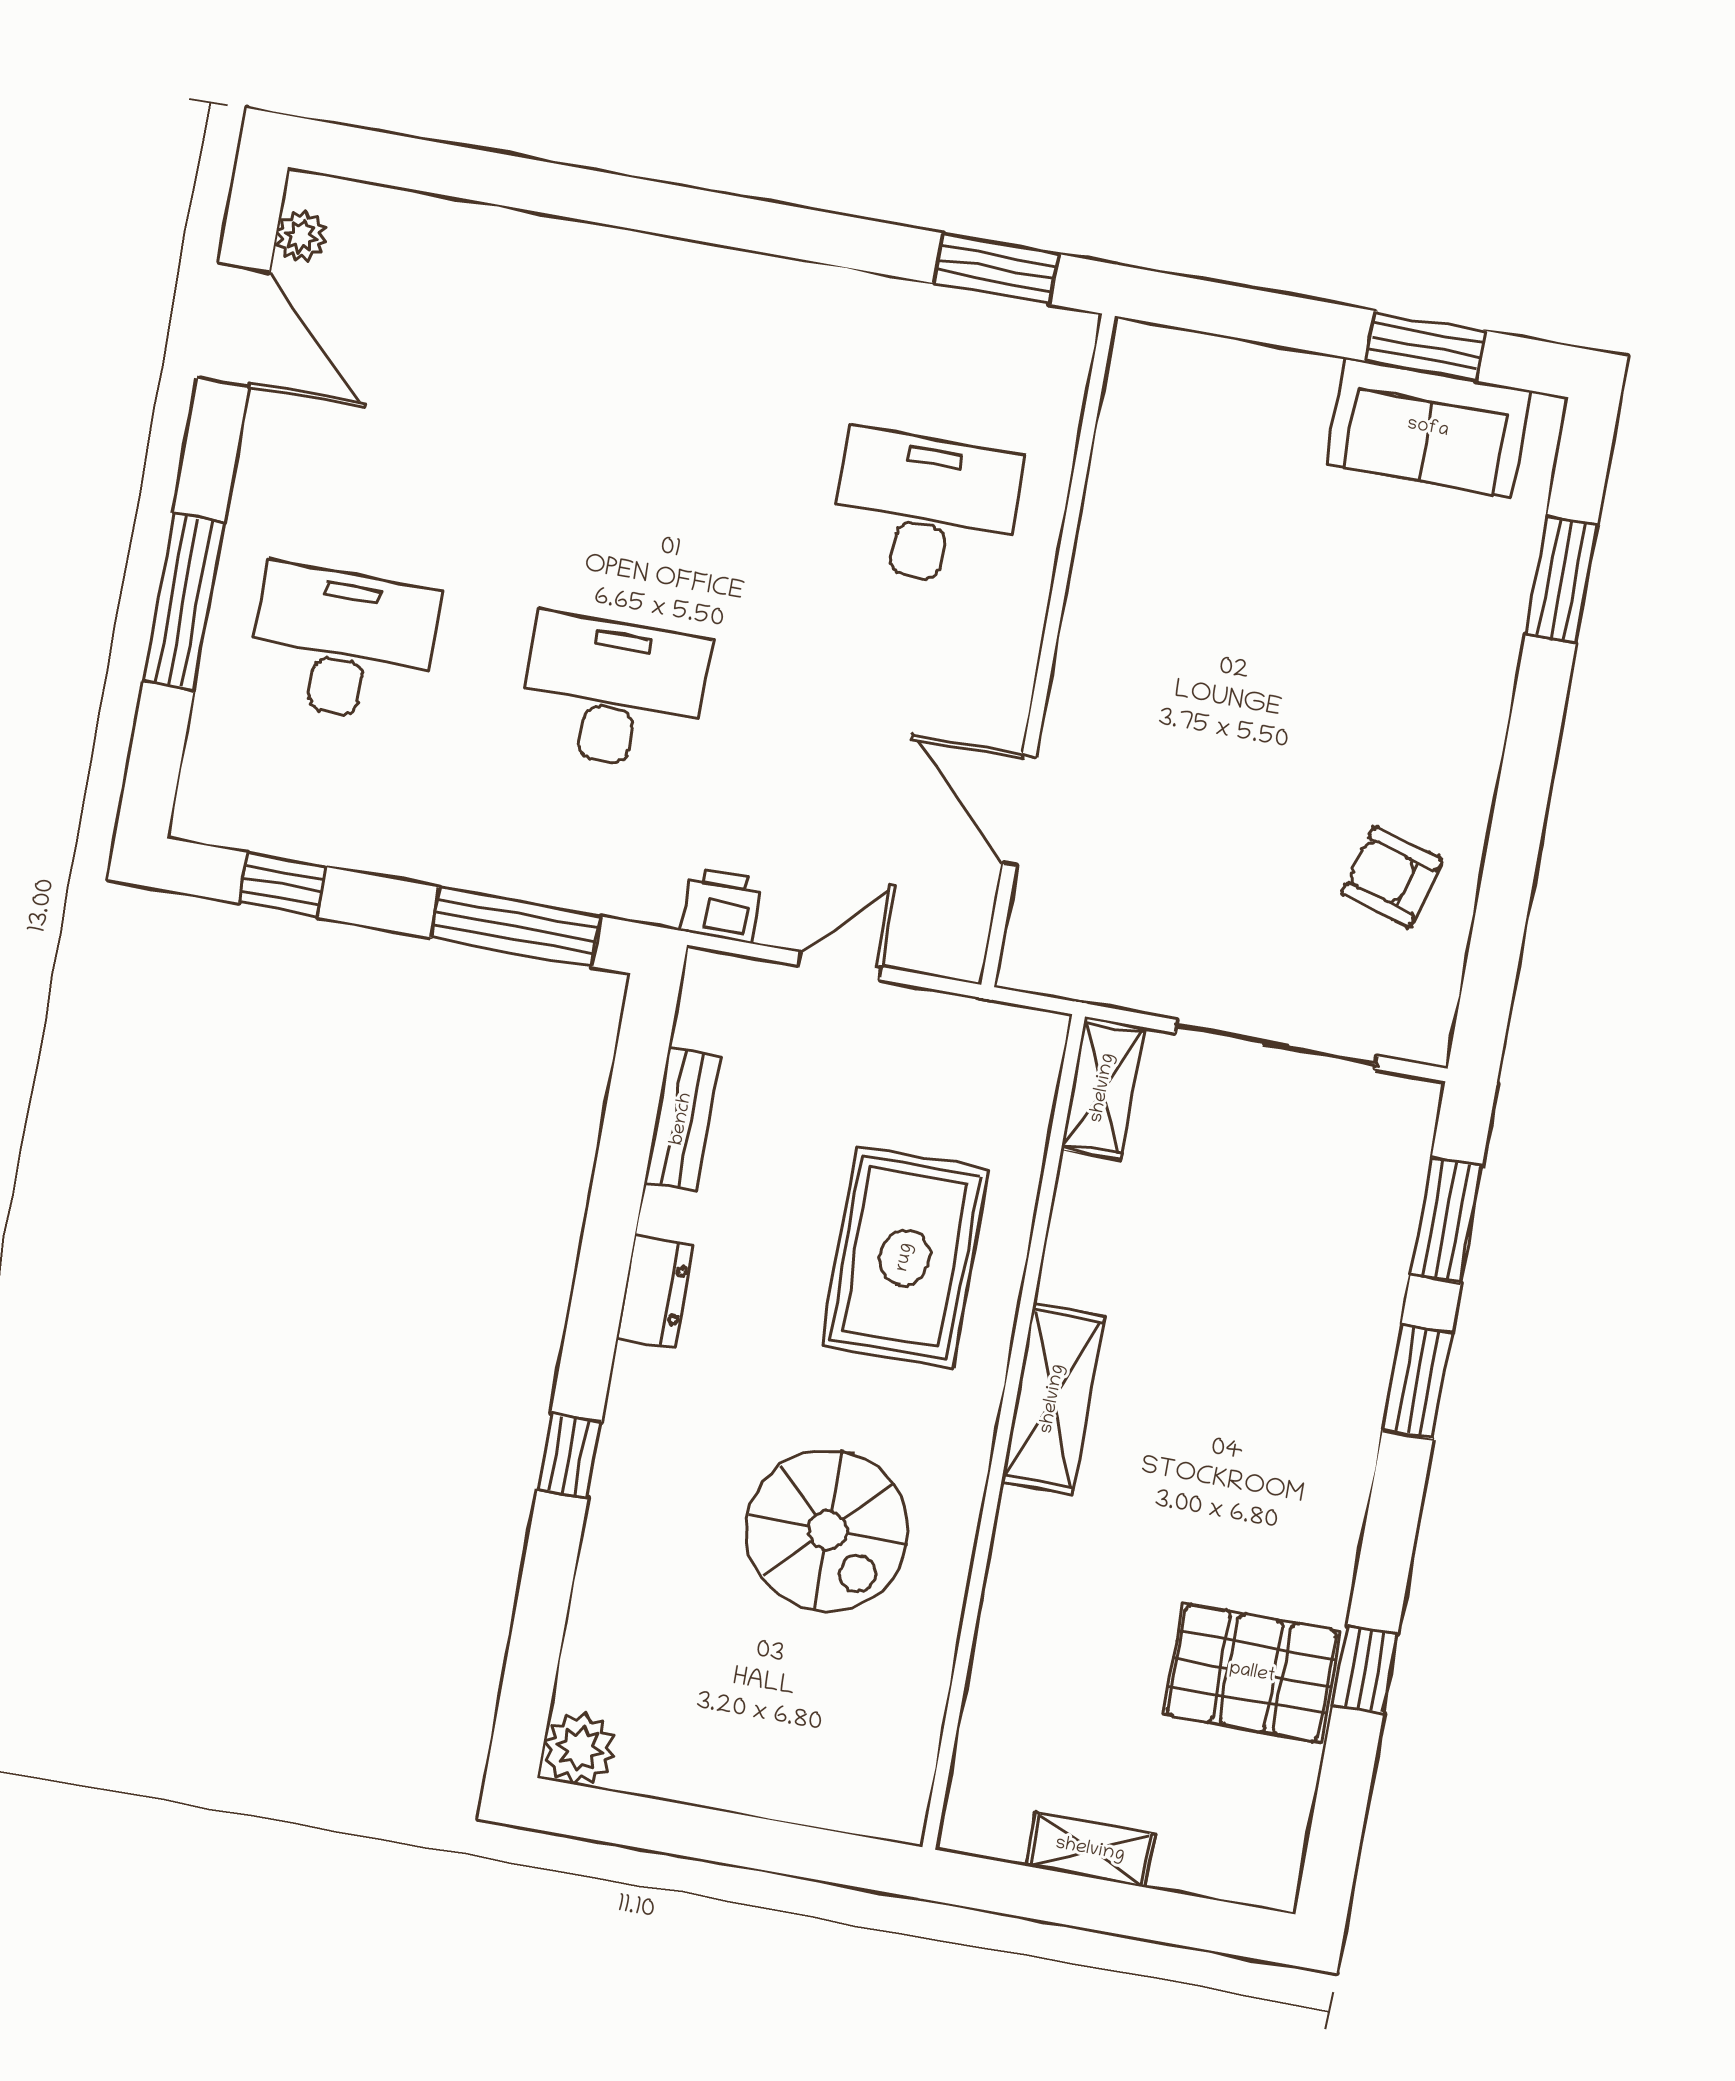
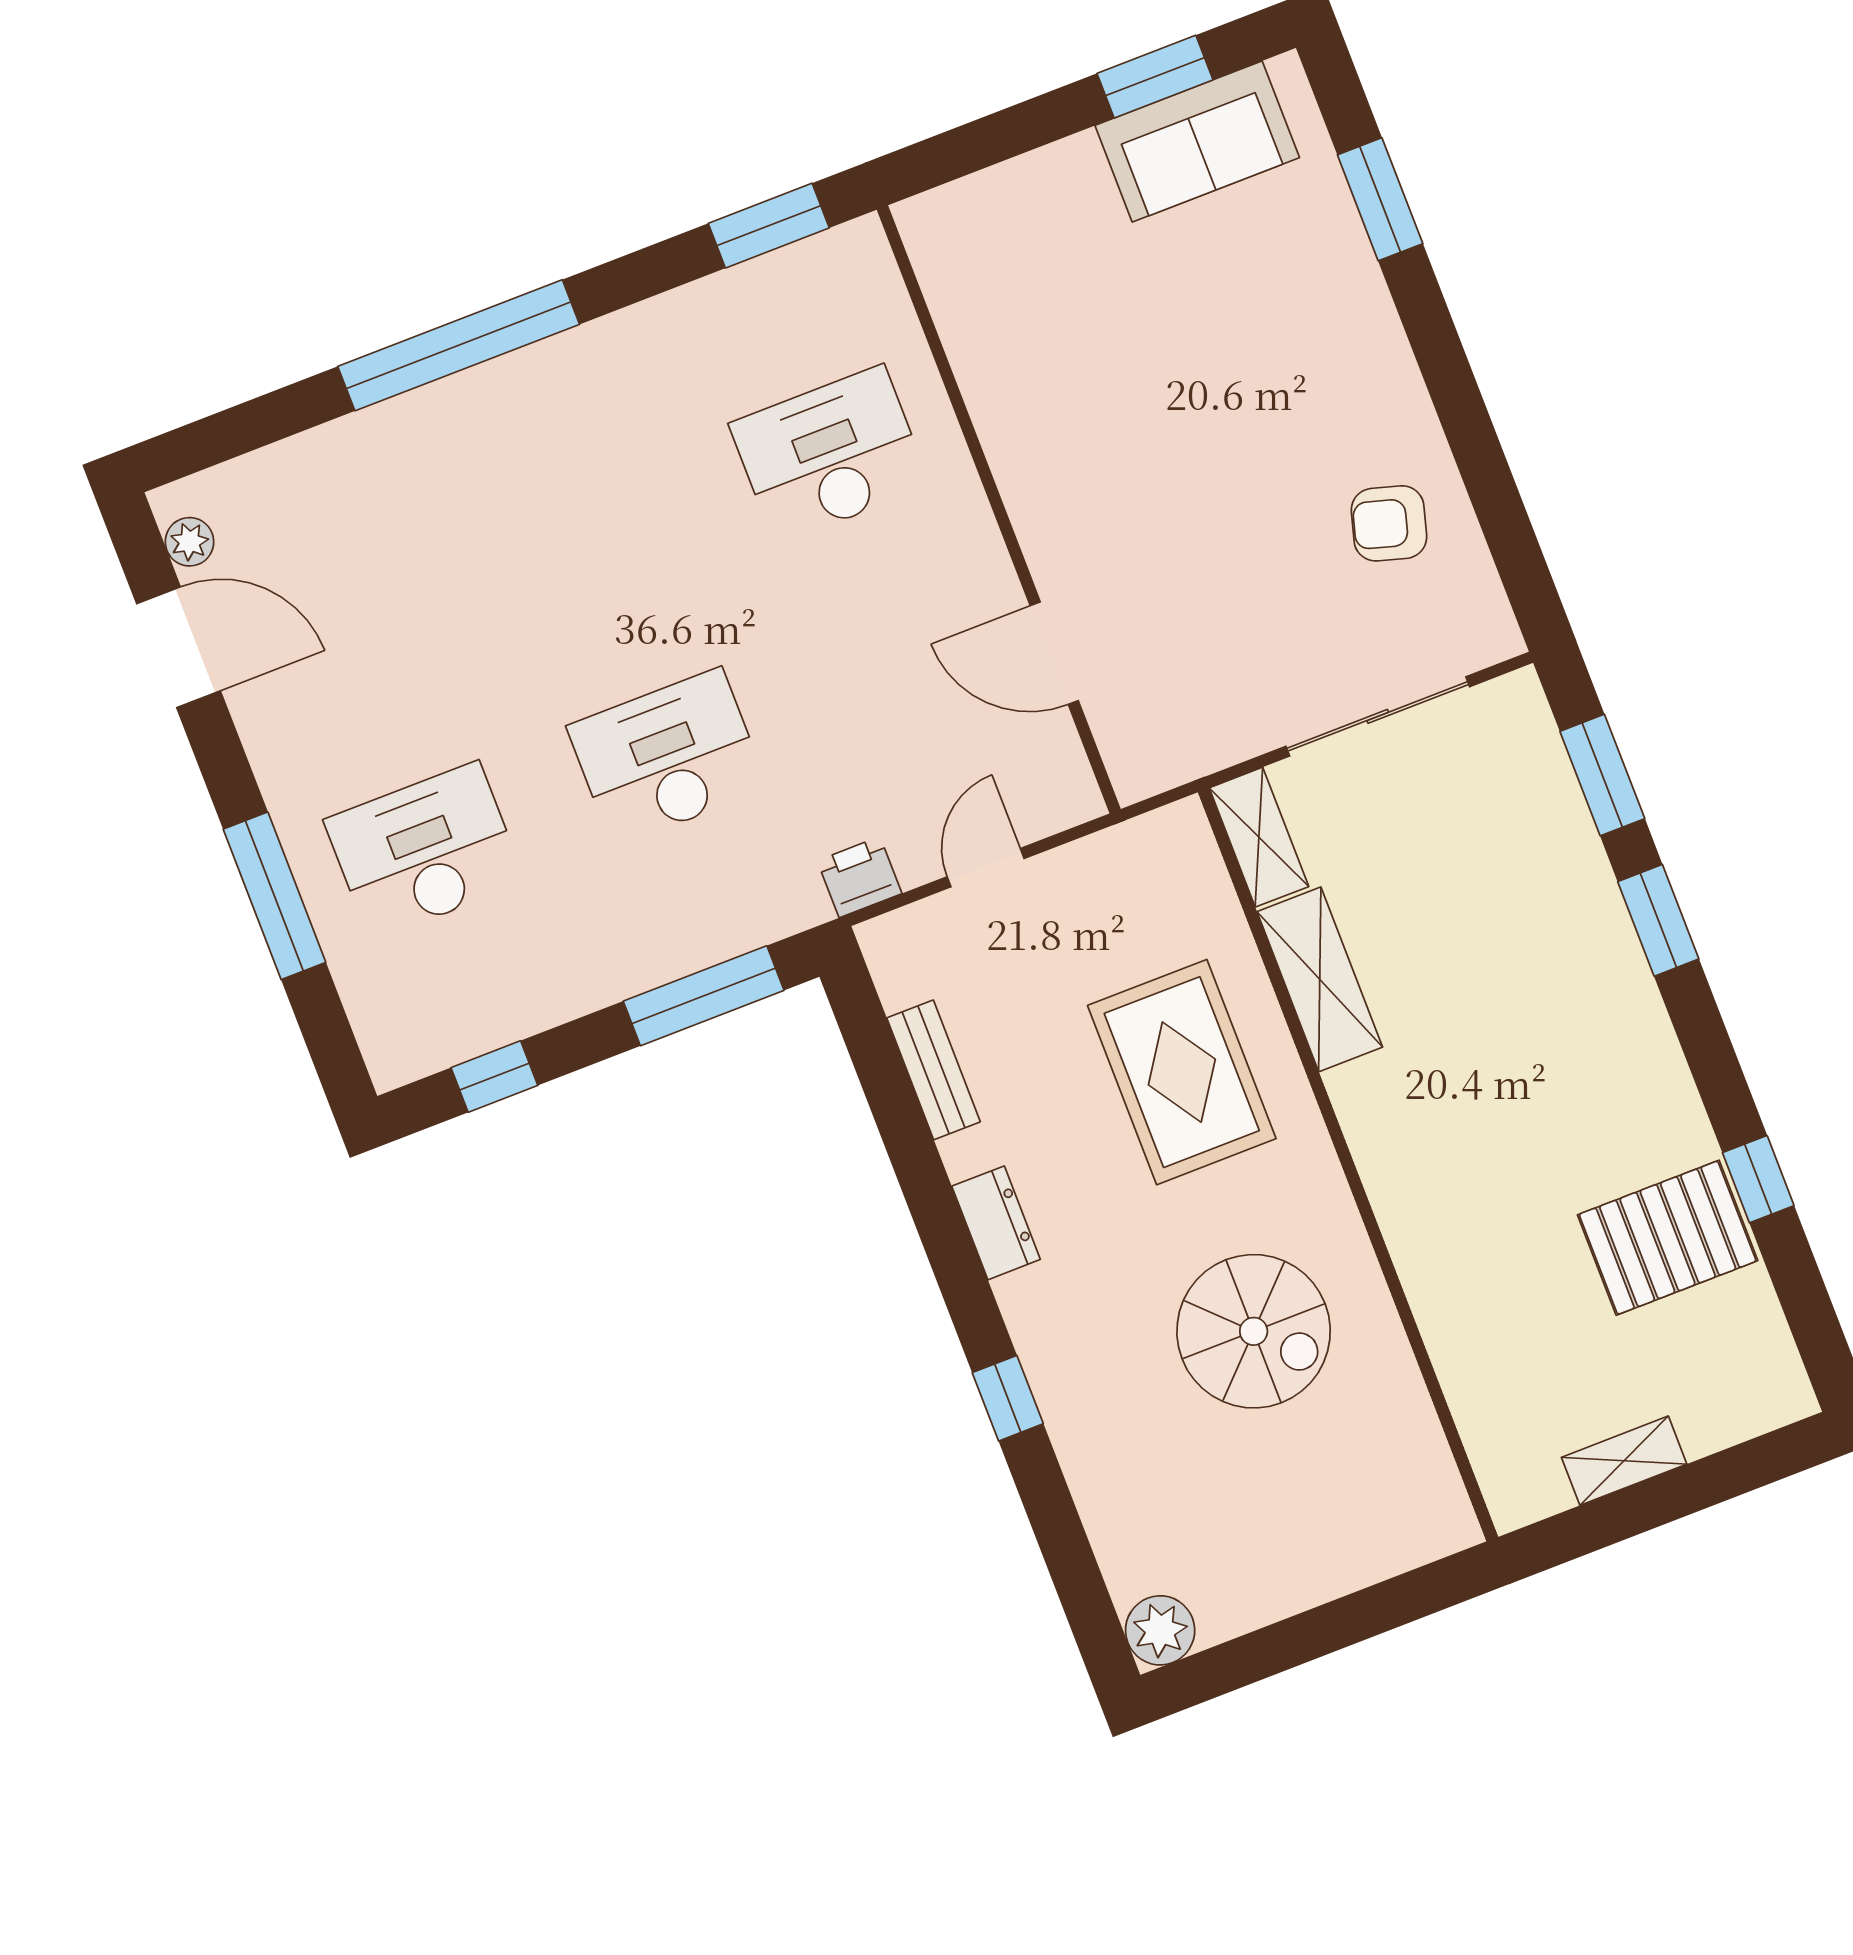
window: (651, 207) -> (459, 345), added
shelving: (1053, 1399) -> (1320, 979), moved

